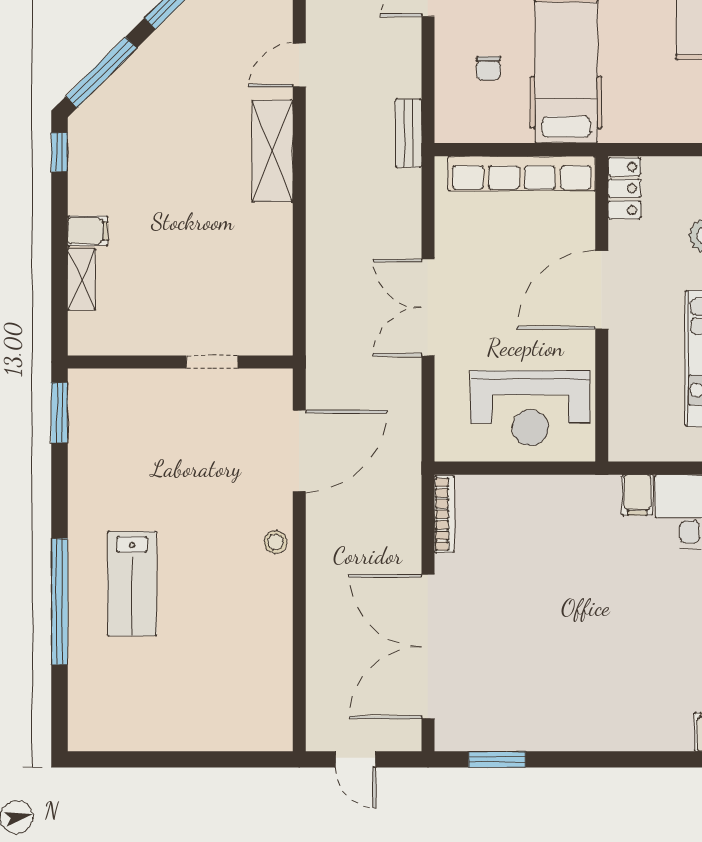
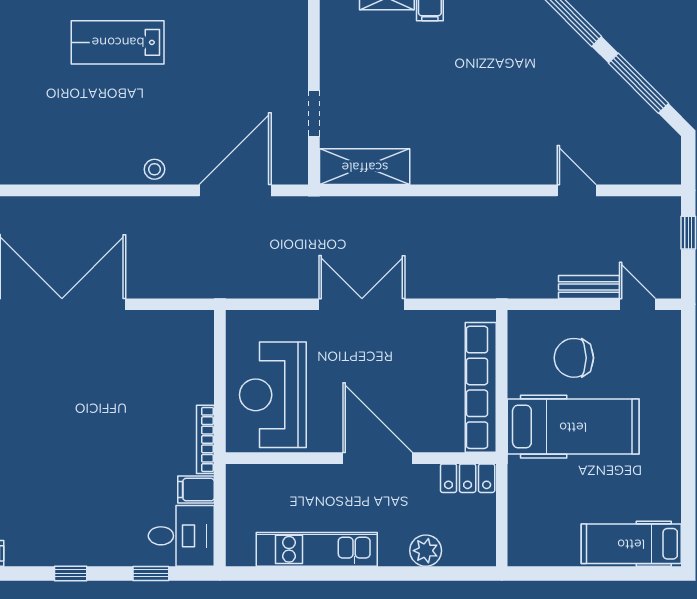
chair: (488, 68) -> (574, 358), width x1.87, depth x1.87
bench: (408, 133) -> (589, 287), moved
shelving: (272, 151) -> (365, 167), moved
door: (299, 451) -> (235, 190), swing flipped
bookcase: (444, 514) -> (205, 439), moved, turned 90

